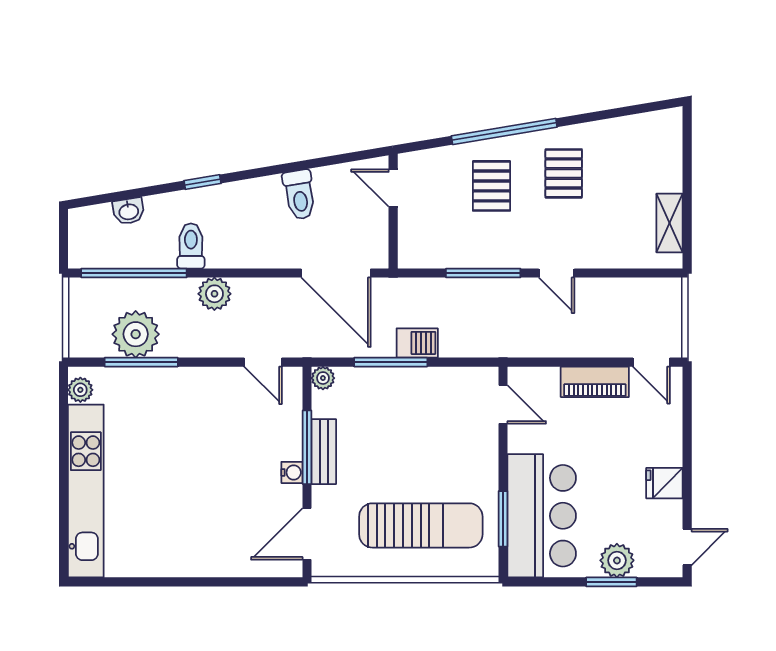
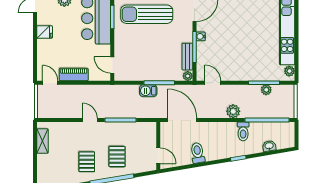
plant: (136, 334) -> (266, 90), width x0.53, depth x0.53
bench: (324, 452) -> (187, 57), moved

